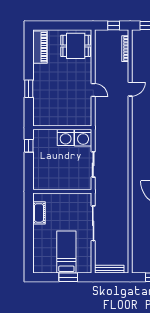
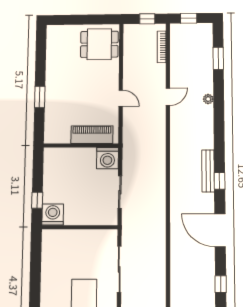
piano: (40, 47) -> (92, 135), moved, turned -90
washing machine: (66, 137) -> (53, 215), moved, turned 180
window: (29, 146) -> (37, 200), moved
cot: (39, 213) -> (49, 255), removed

